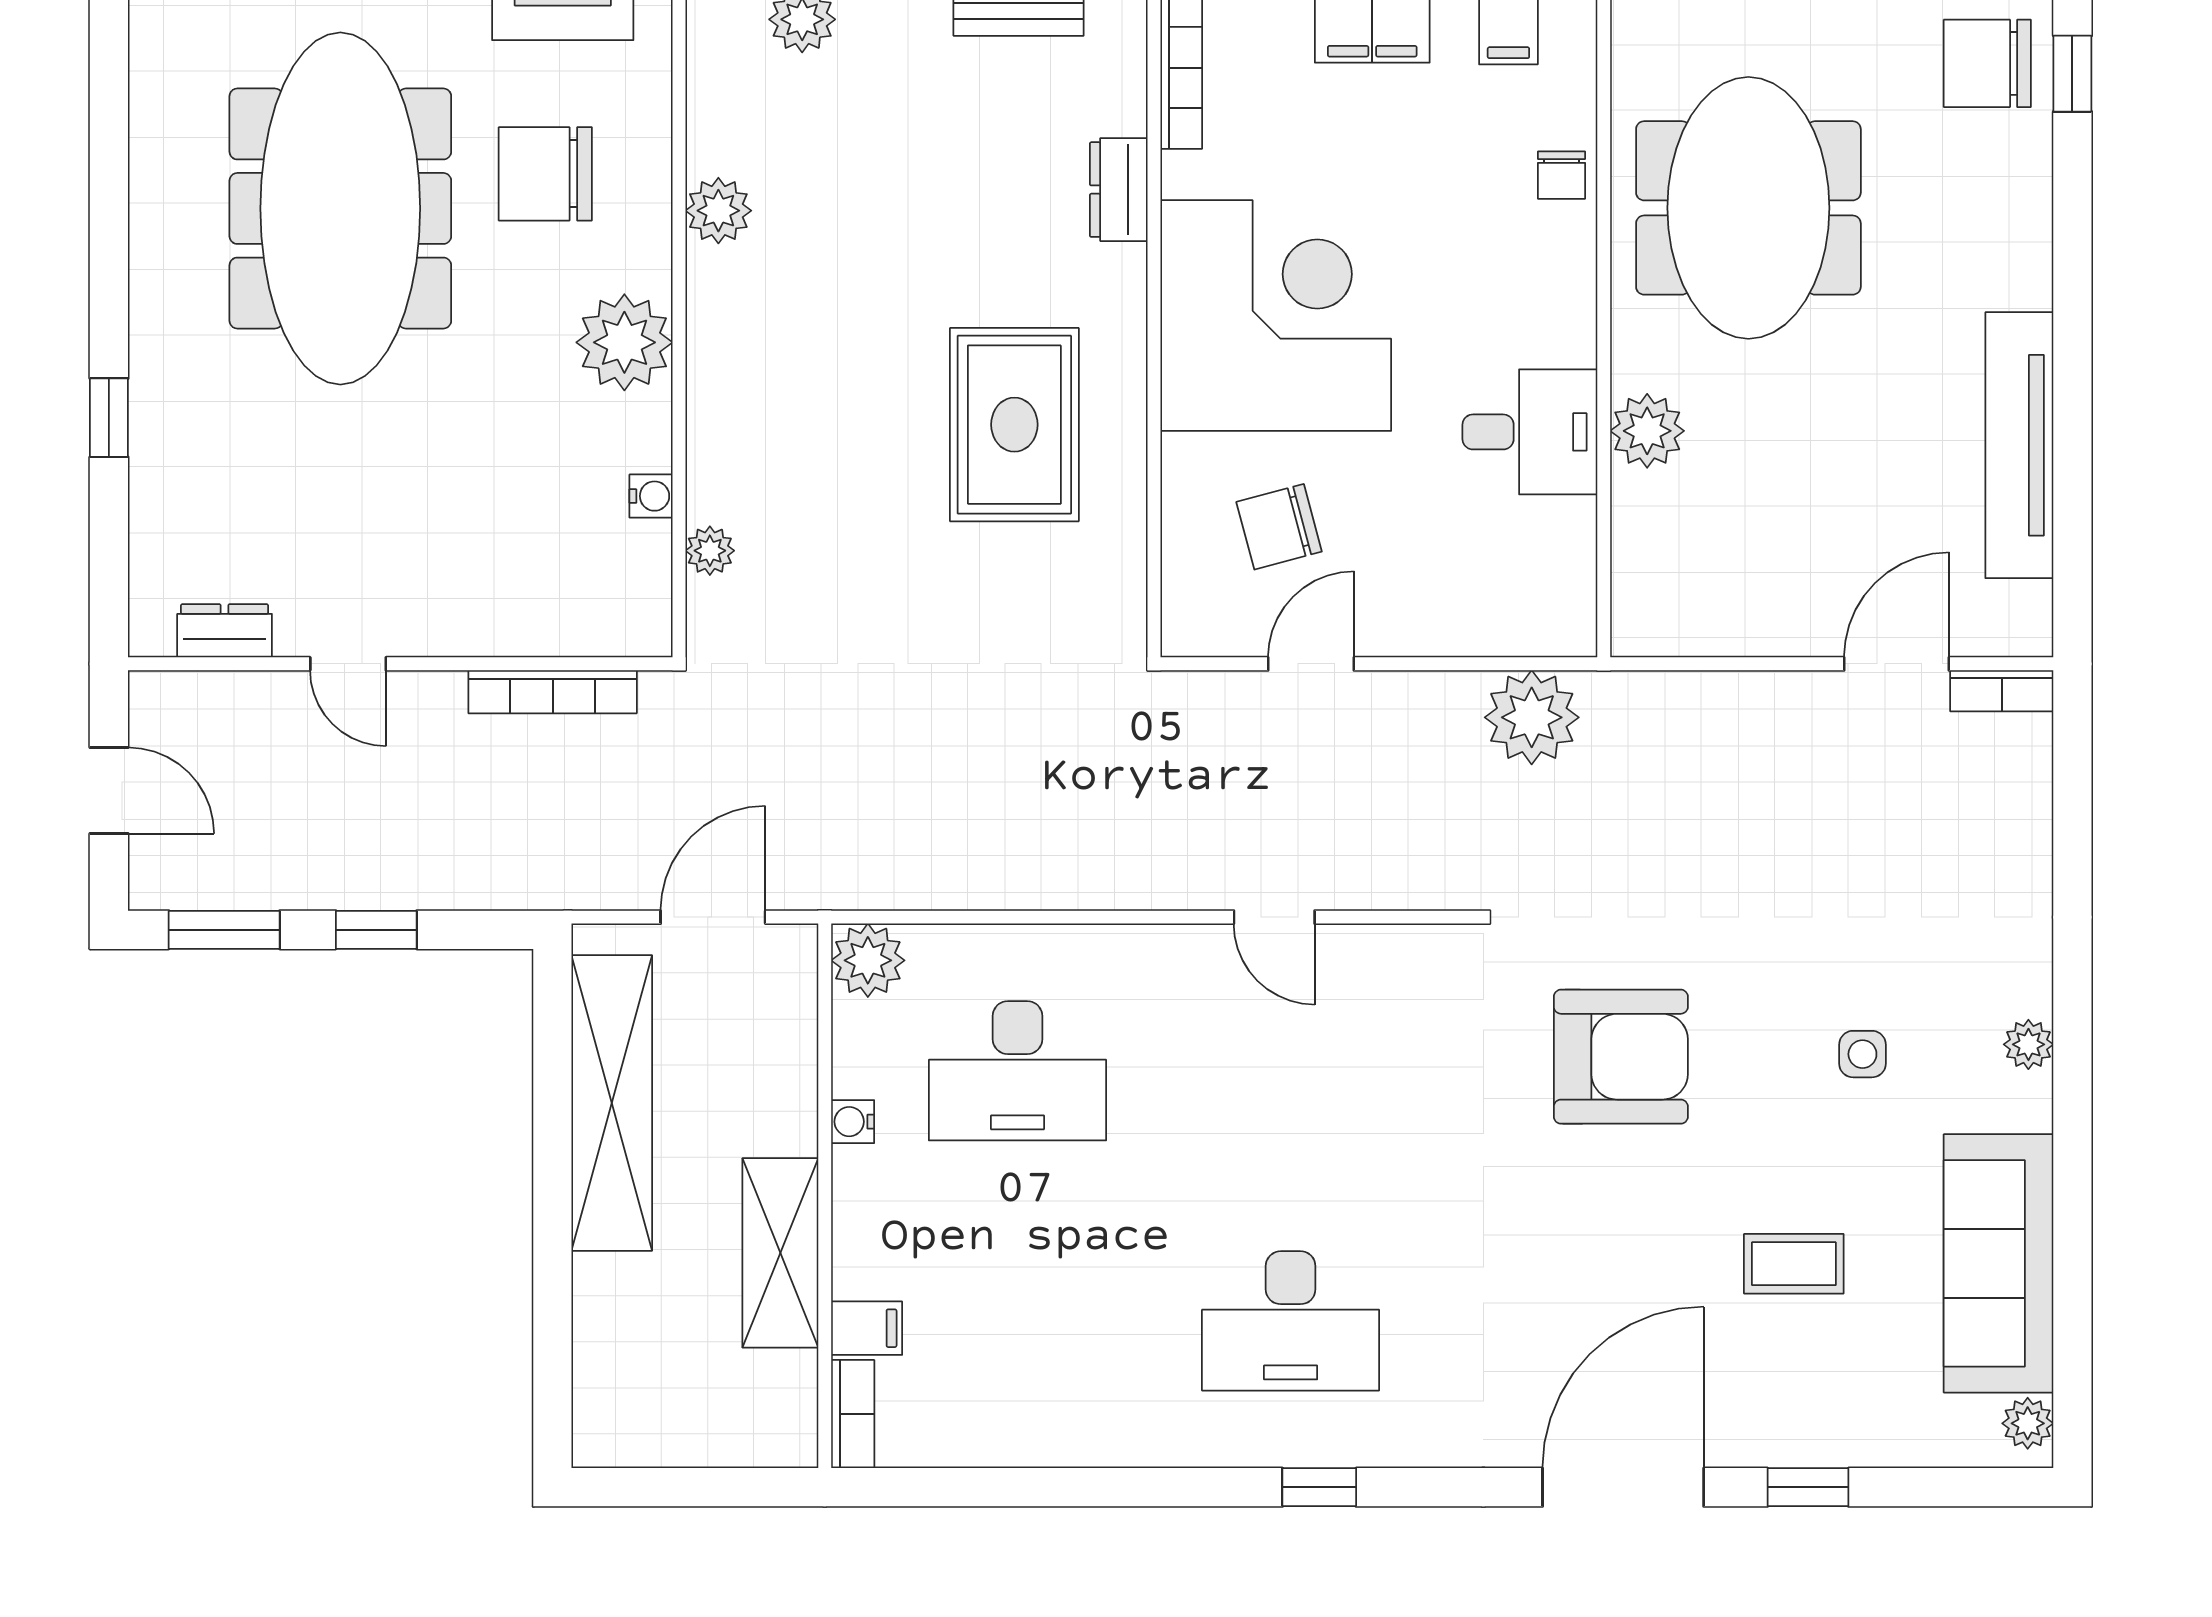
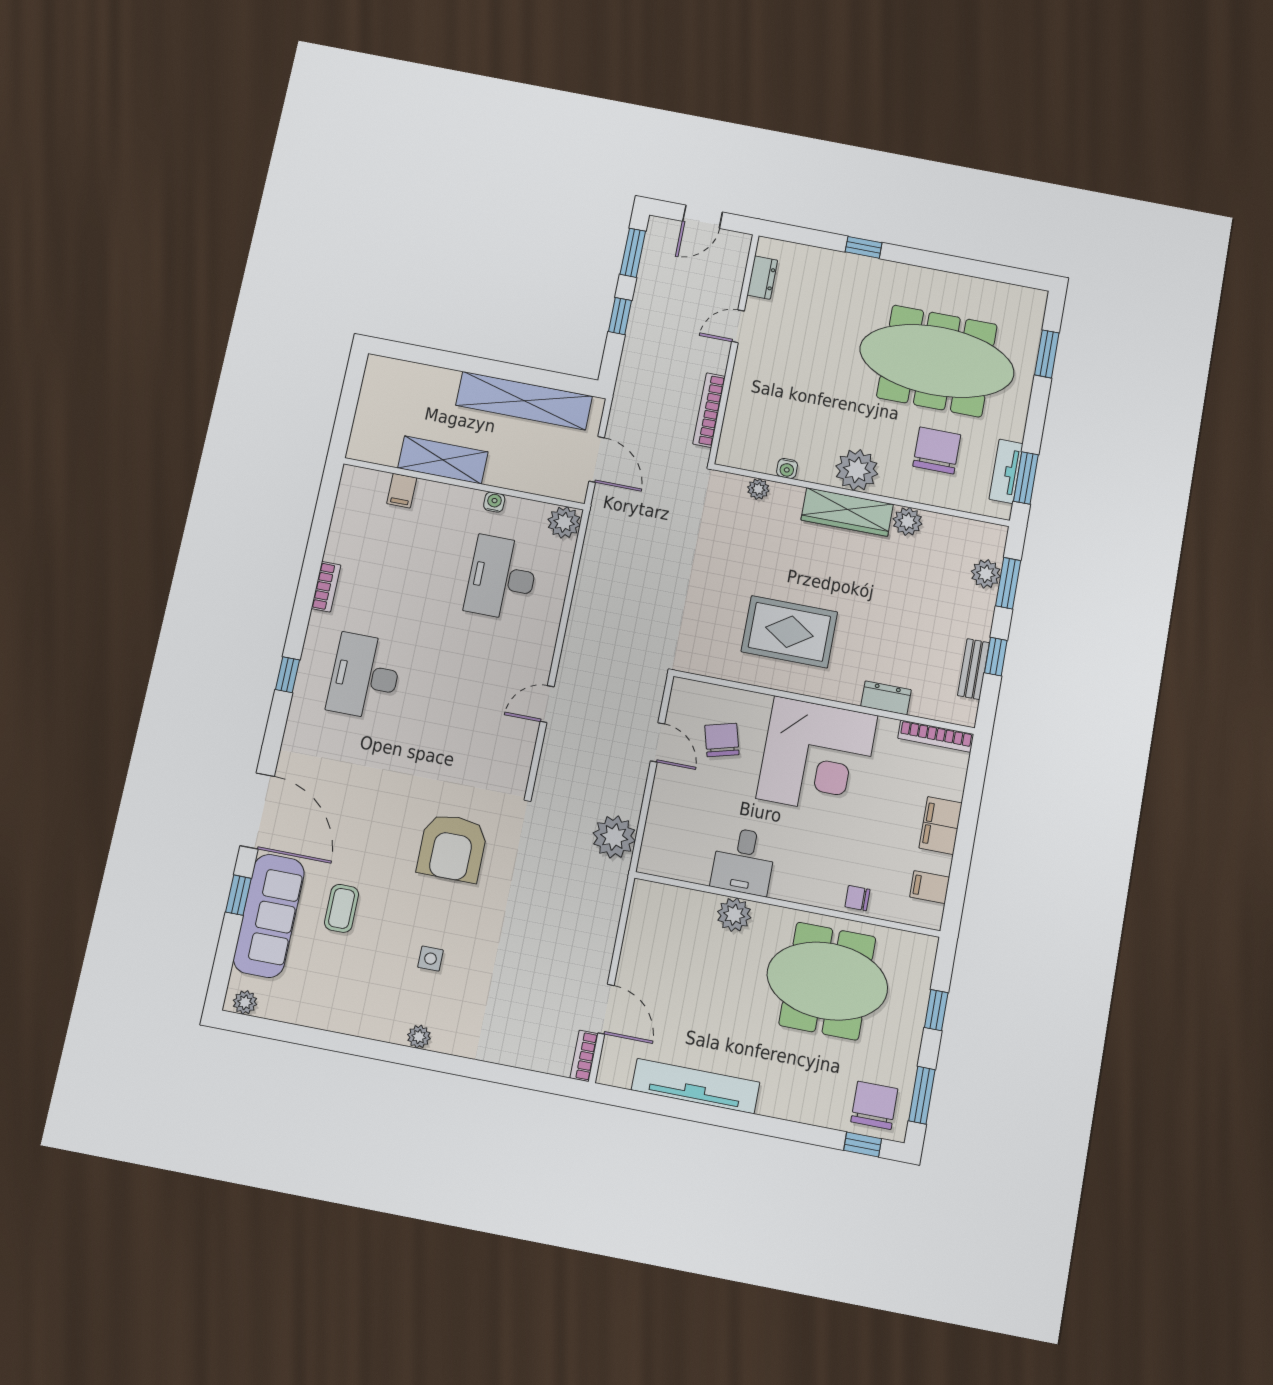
wardrobe: (723, 347) -> (847, 512), added
sofa: (1999, 1263) -> (269, 916), moved, turned 90
bookcase: (853, 1414) -> (326, 587), moved, turned -90

